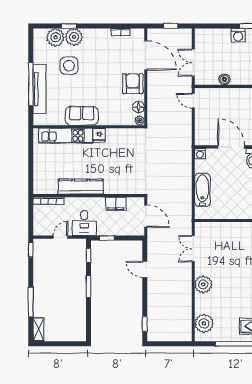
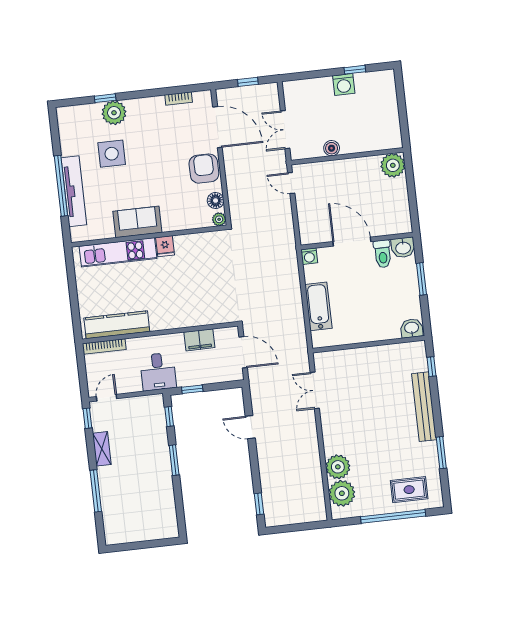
plant: (56, 37) -> (88, 116), removed
kitchen counter: (81, 187) -> (117, 325), moved
door: (61, 237) -> (107, 398), moved
plant: (203, 284) -> (338, 467), moved
shelving: (38, 330) -> (102, 449), moved

